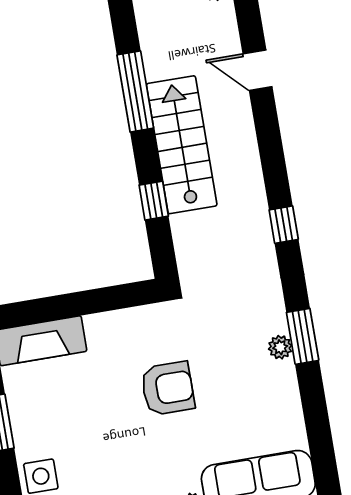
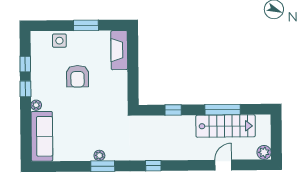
stairs: (182, 145) -> (226, 126), moved
armchair: (168, 388) -> (77, 76), moved

